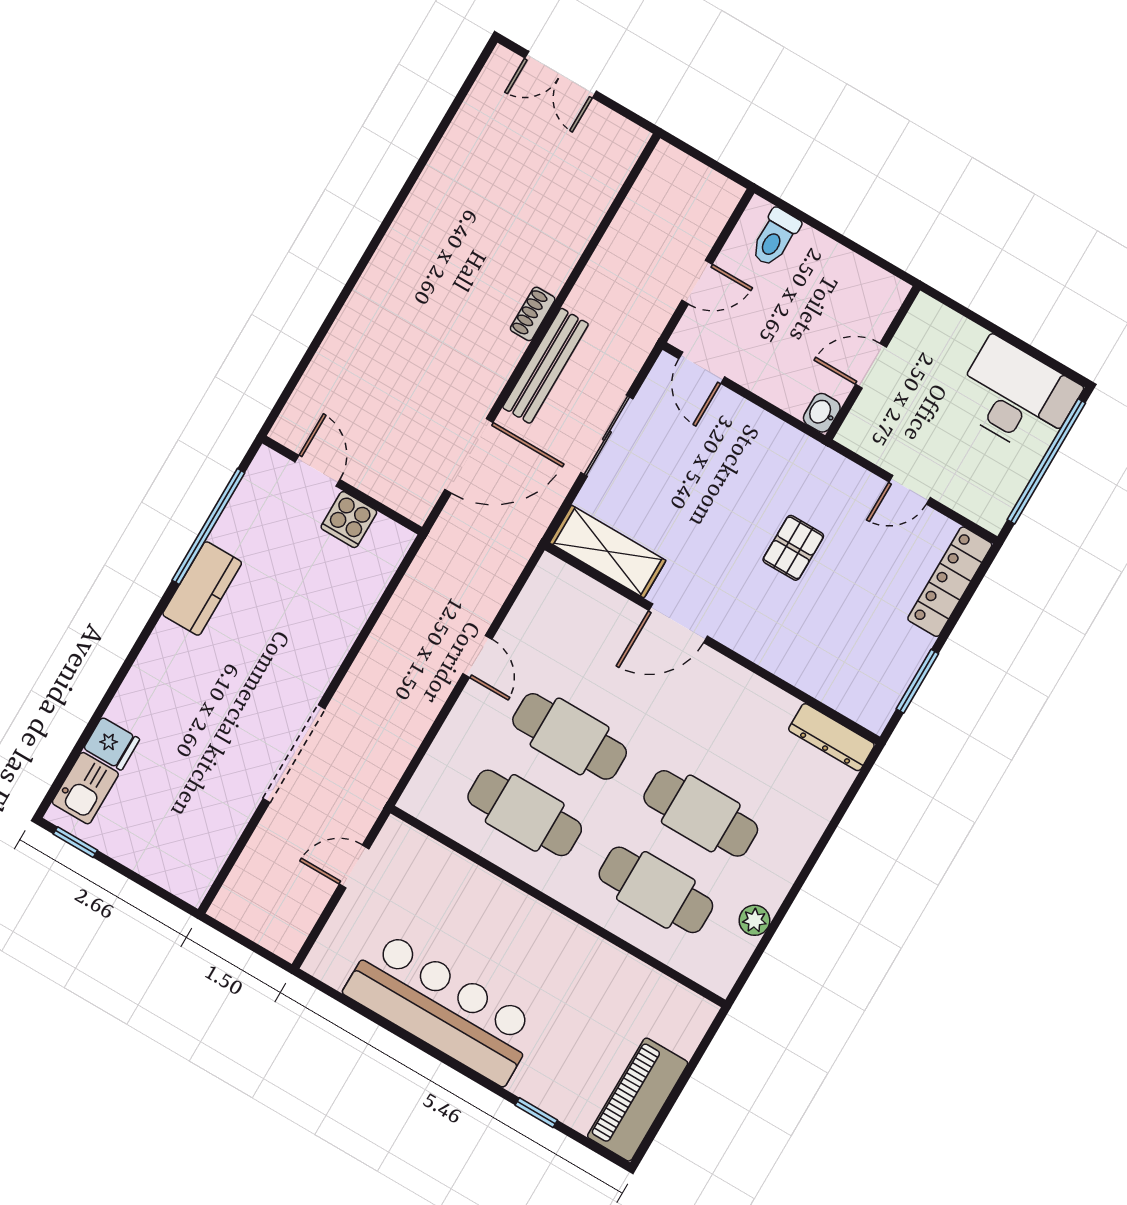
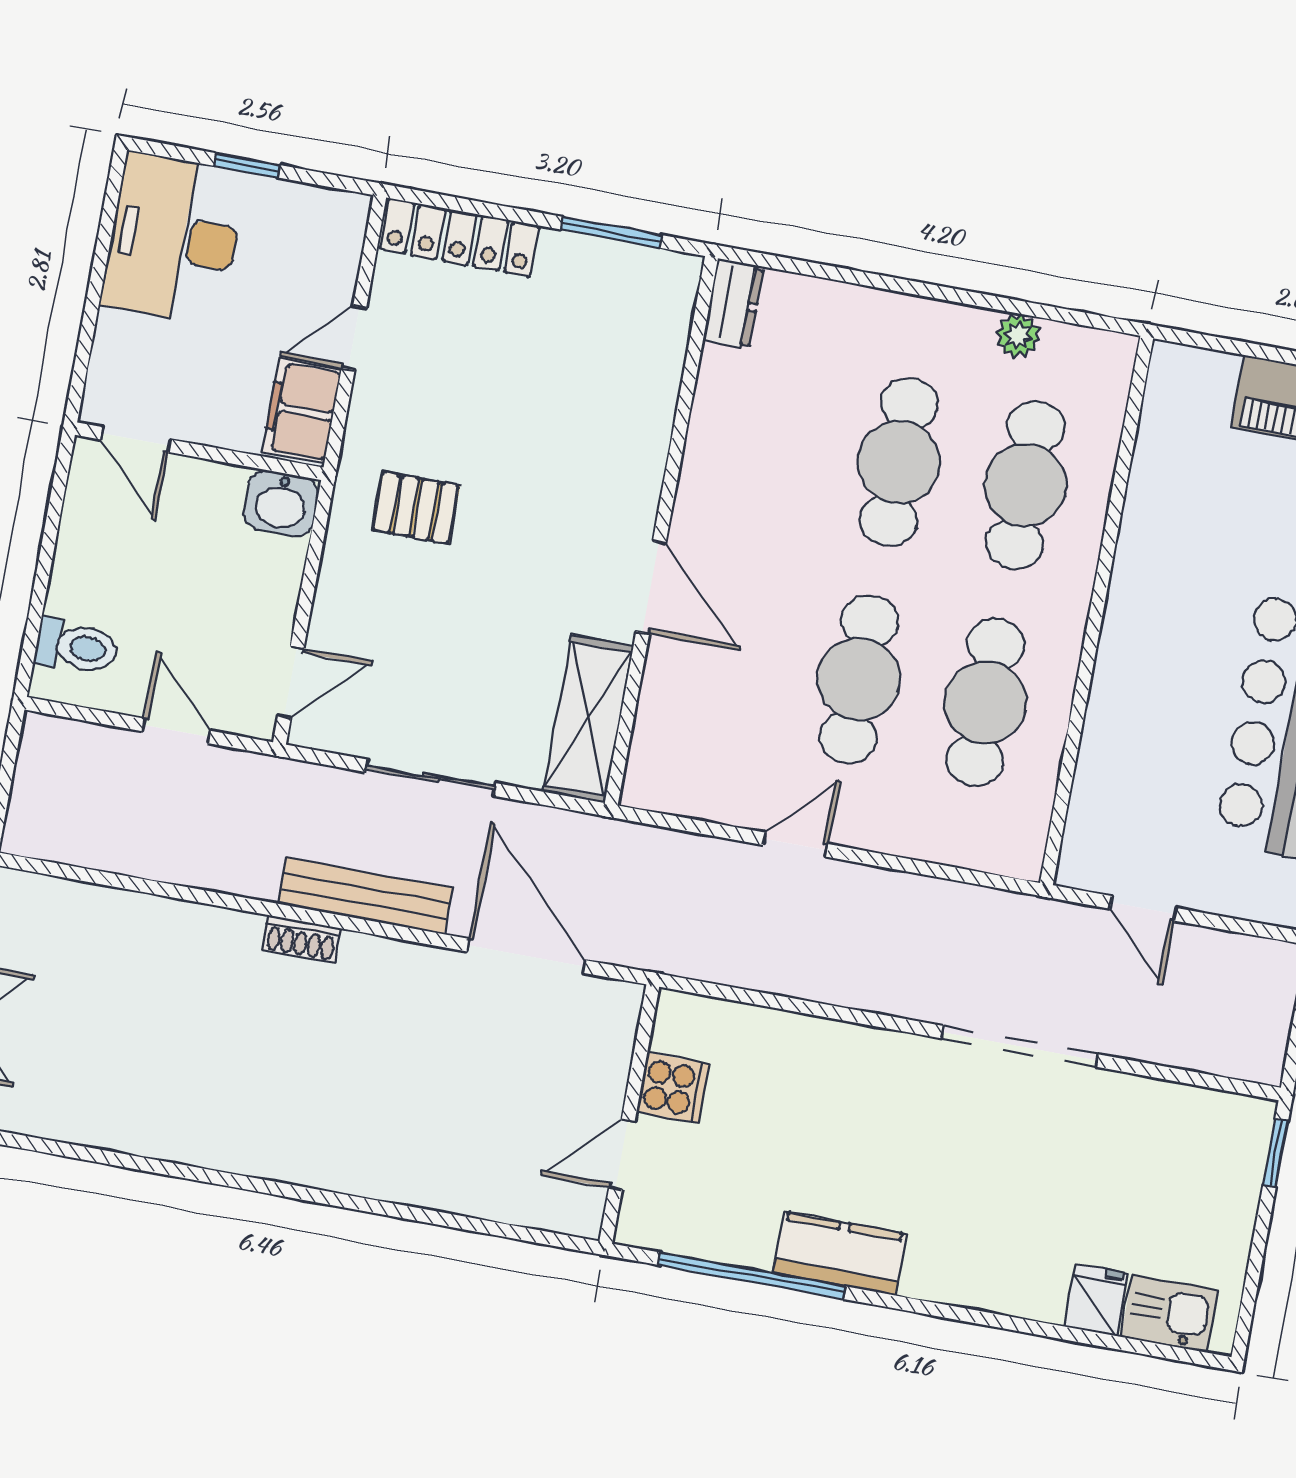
door: (871, 366) -> (135, 439), moved
washbasin: (822, 413) -> (281, 503), width x1.38, depth x1.45
filing cabinet: (875, 439) -> (302, 411), added
window: (1046, 461) -> (247, 165), width x0.32
door: (910, 490) -> (354, 338), swing flipped
pallet: (793, 548) -> (416, 508), moved
dresser: (831, 737) -> (733, 304), width x0.70
window: (75, 842) -> (1276, 1153), moved

